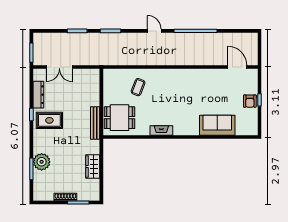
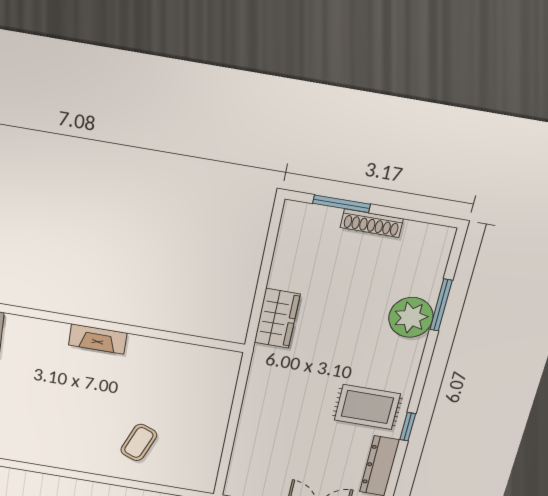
dining table: (119, 118) -> (195, 385), removed
bench: (95, 123) -> (257, 383), removed
wardrobe: (93, 166) -> (277, 318), moved

